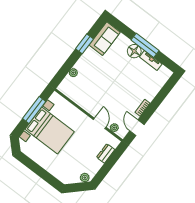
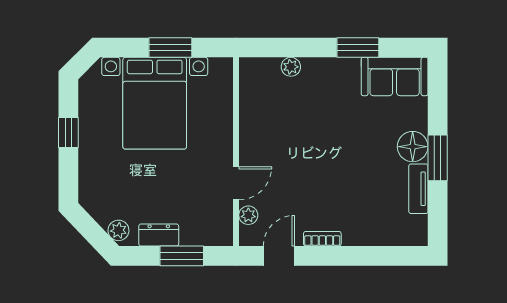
window: (145, 45) -> (438, 158), width x0.69
window: (34, 110) -> (170, 48), width x0.69
dresser: (106, 153) -> (159, 235), moved
window: (111, 162) -> (182, 256), added
window: (37, 169) -> (68, 133), added

